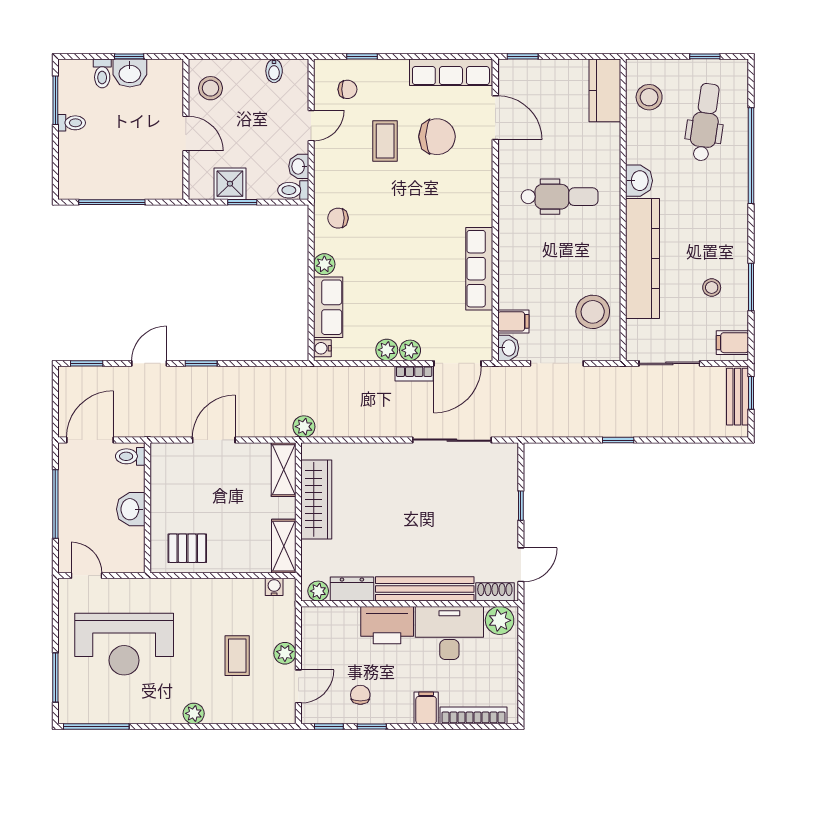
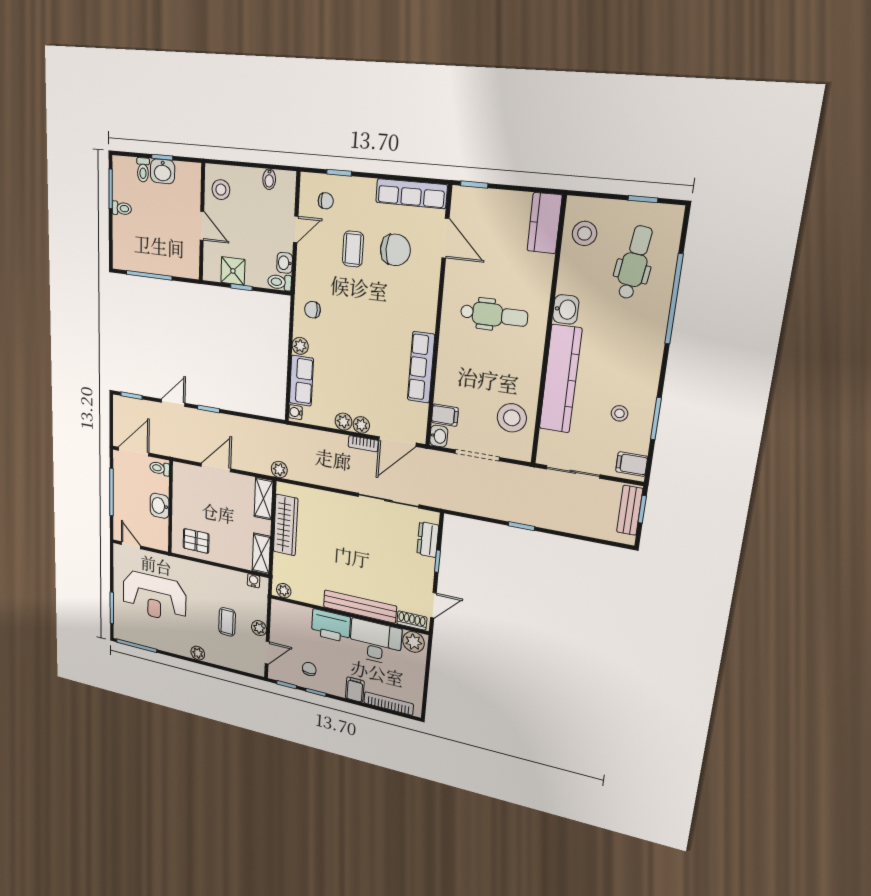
dresser: (352, 589) -> (428, 540), moved, turned -90

